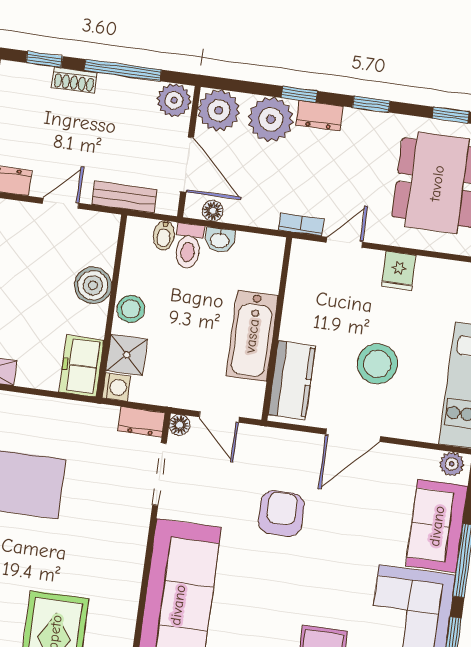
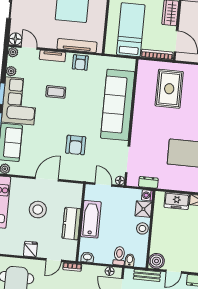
washbasin: (220, 240) -> (87, 257), moved
boiler: (93, 285) -> (156, 261), moved
freezer: (82, 366) -> (177, 201), moved, turned 90
kitchen counter: (292, 380) -> (71, 224), moved
dresser: (141, 422) -> (148, 182), moved

